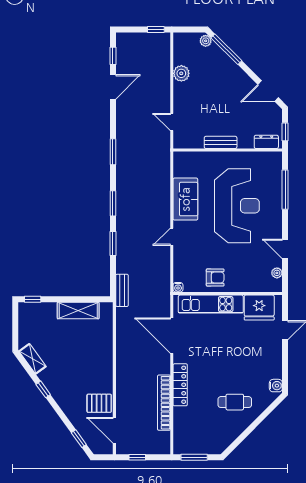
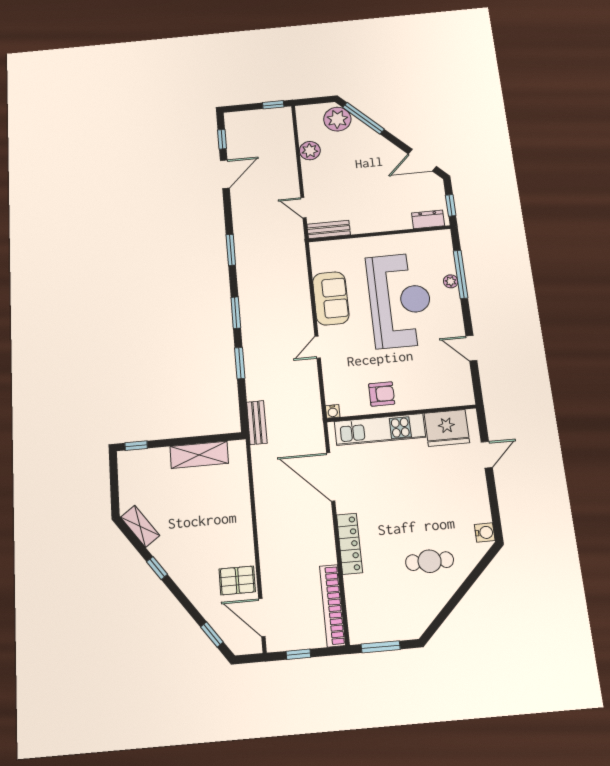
plant: (206, 41) -> (337, 119), width x1.88, depth x1.88
bench: (221, 142) -> (329, 229), moved
plant: (277, 273) -> (451, 281), moved
bookcase: (164, 403) -> (332, 605), moved

